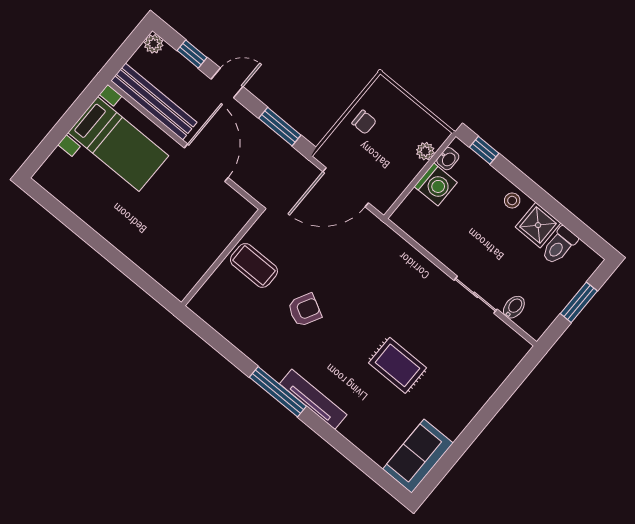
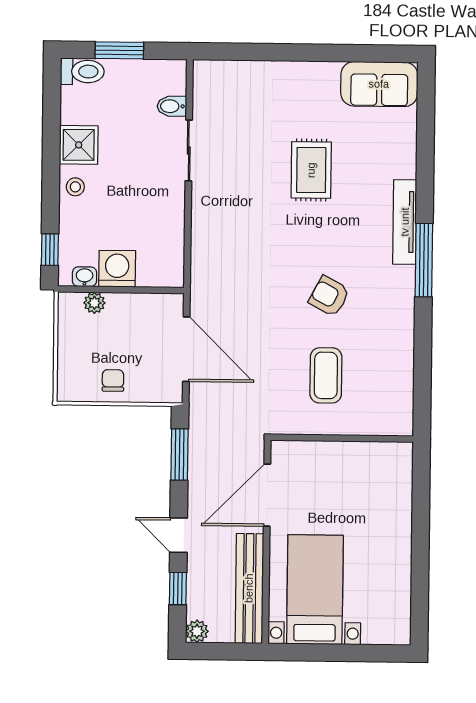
toilet: (559, 246) -> (82, 71), moved
wall: (222, 258) -> (342, 438), moved

